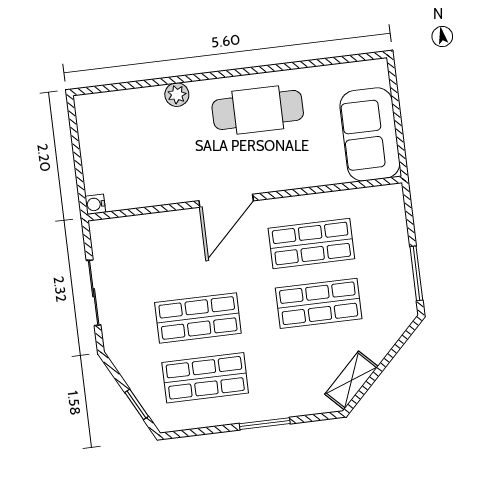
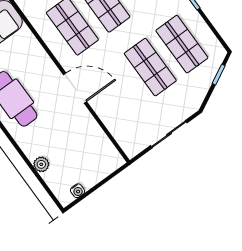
plant: (177, 95) -> (41, 164), moved
water cooler: (95, 204) -> (77, 191), moved

